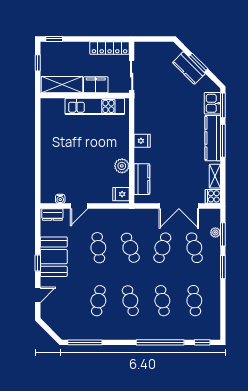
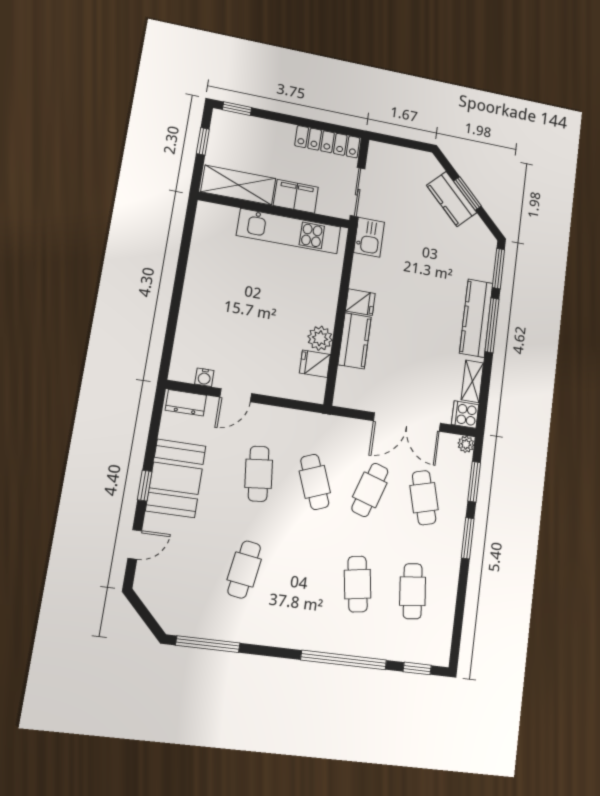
kitchen sink: (212, 103) -> (369, 237), moved, turned 180
kitchen counter: (142, 179) -> (355, 341), moved
fridge: (121, 194) -> (315, 364), moved
plant: (215, 232) -> (466, 444), moved
cafe table: (130, 301) -> (301, 577), removed

